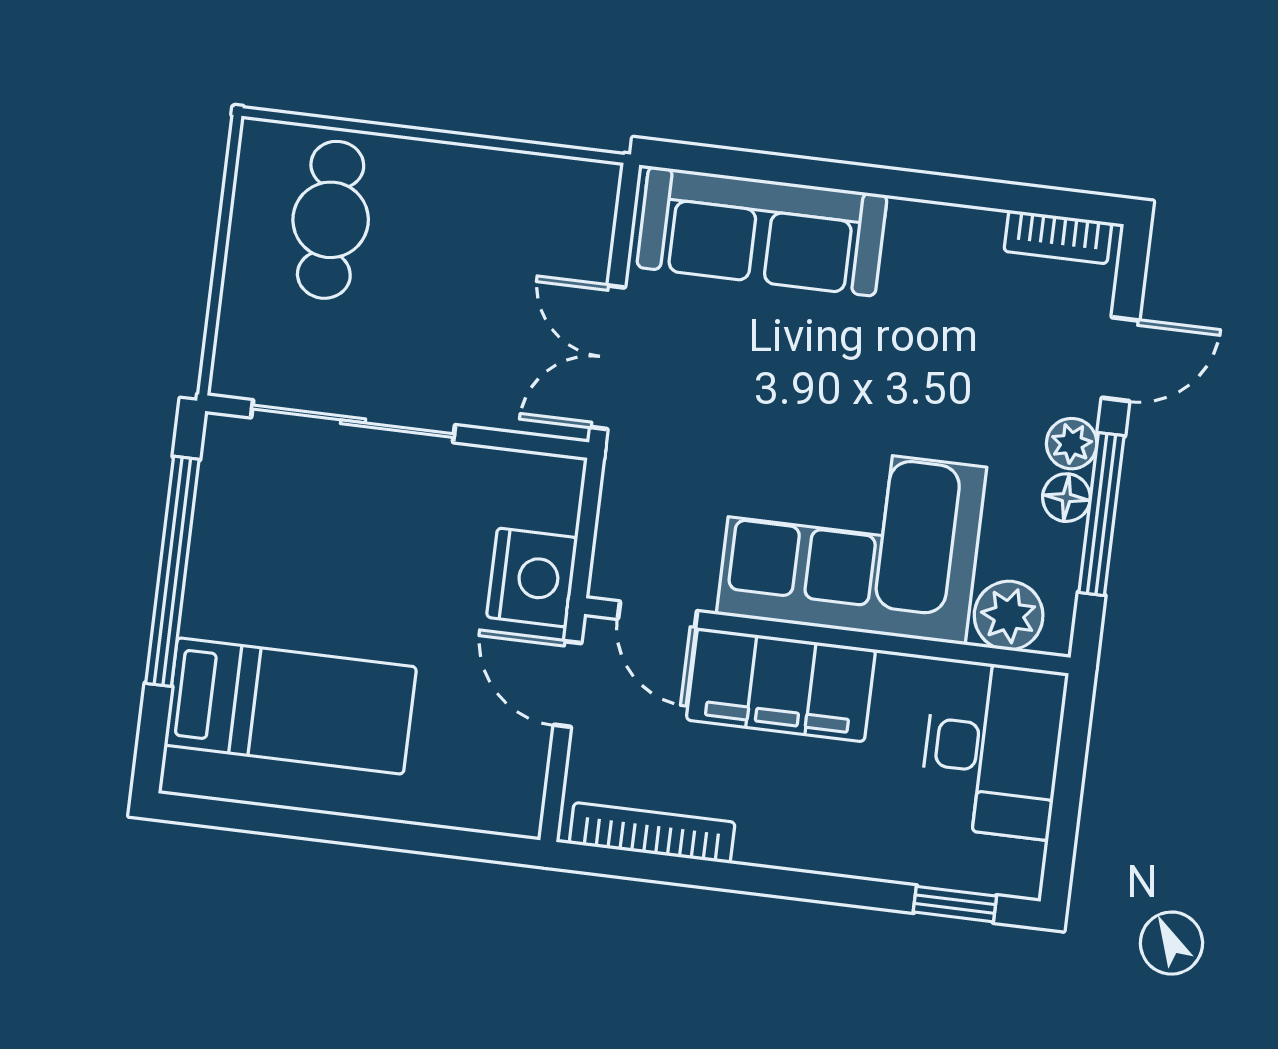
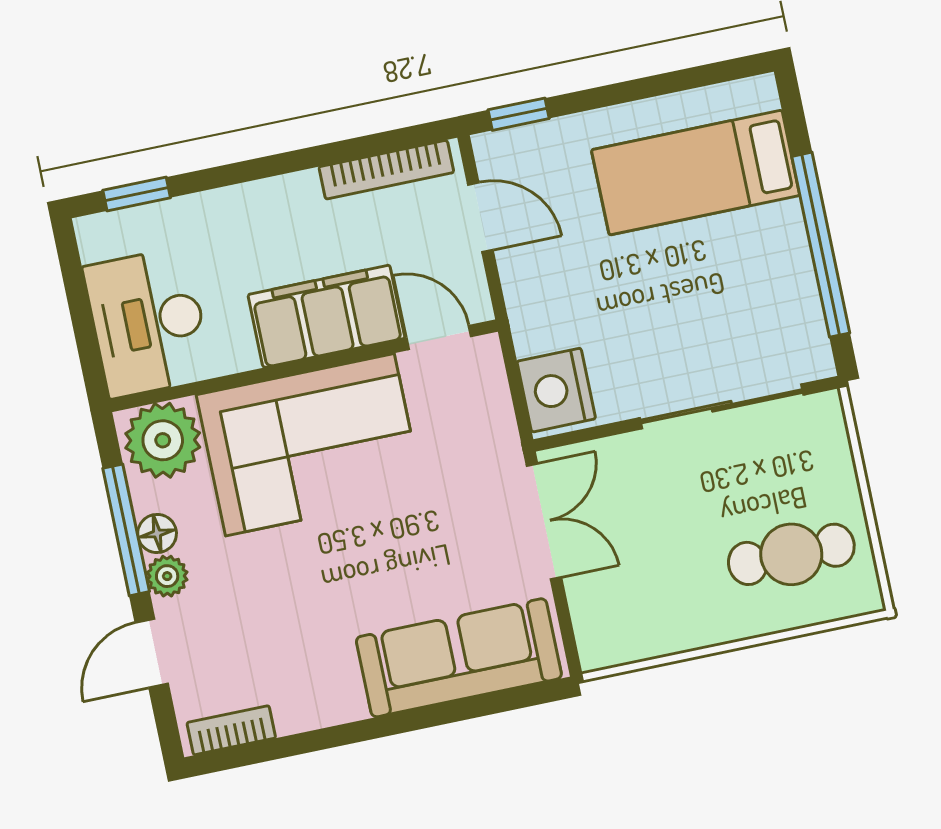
cafe table: (331, 220) -> (791, 554), turned 90
nightstand: (532, 578) -> (556, 390), moved
plant: (1009, 616) -> (163, 440), width x1.36, depth x1.36
door: (567, 684) -> (480, 217), moved
window: (475, 845) -> (519, 114), added

